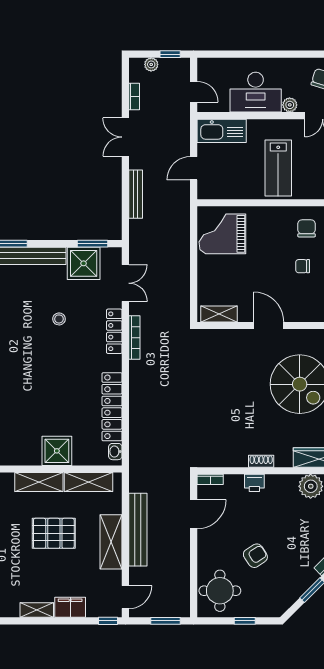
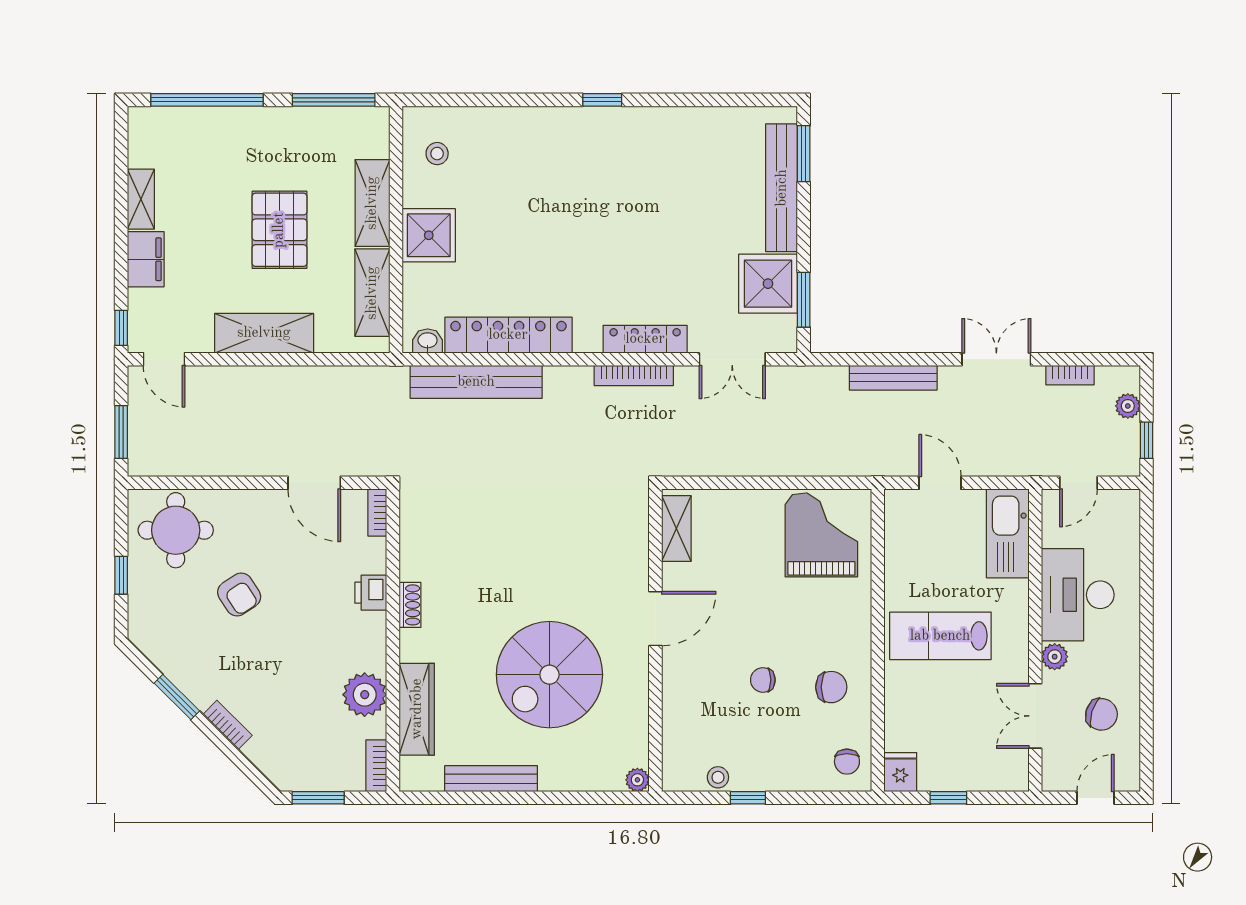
chair: (303, 266) -> (763, 680), turned -90
stool: (59, 319) -> (437, 154), moved
bench: (138, 530) -> (476, 382), moved

